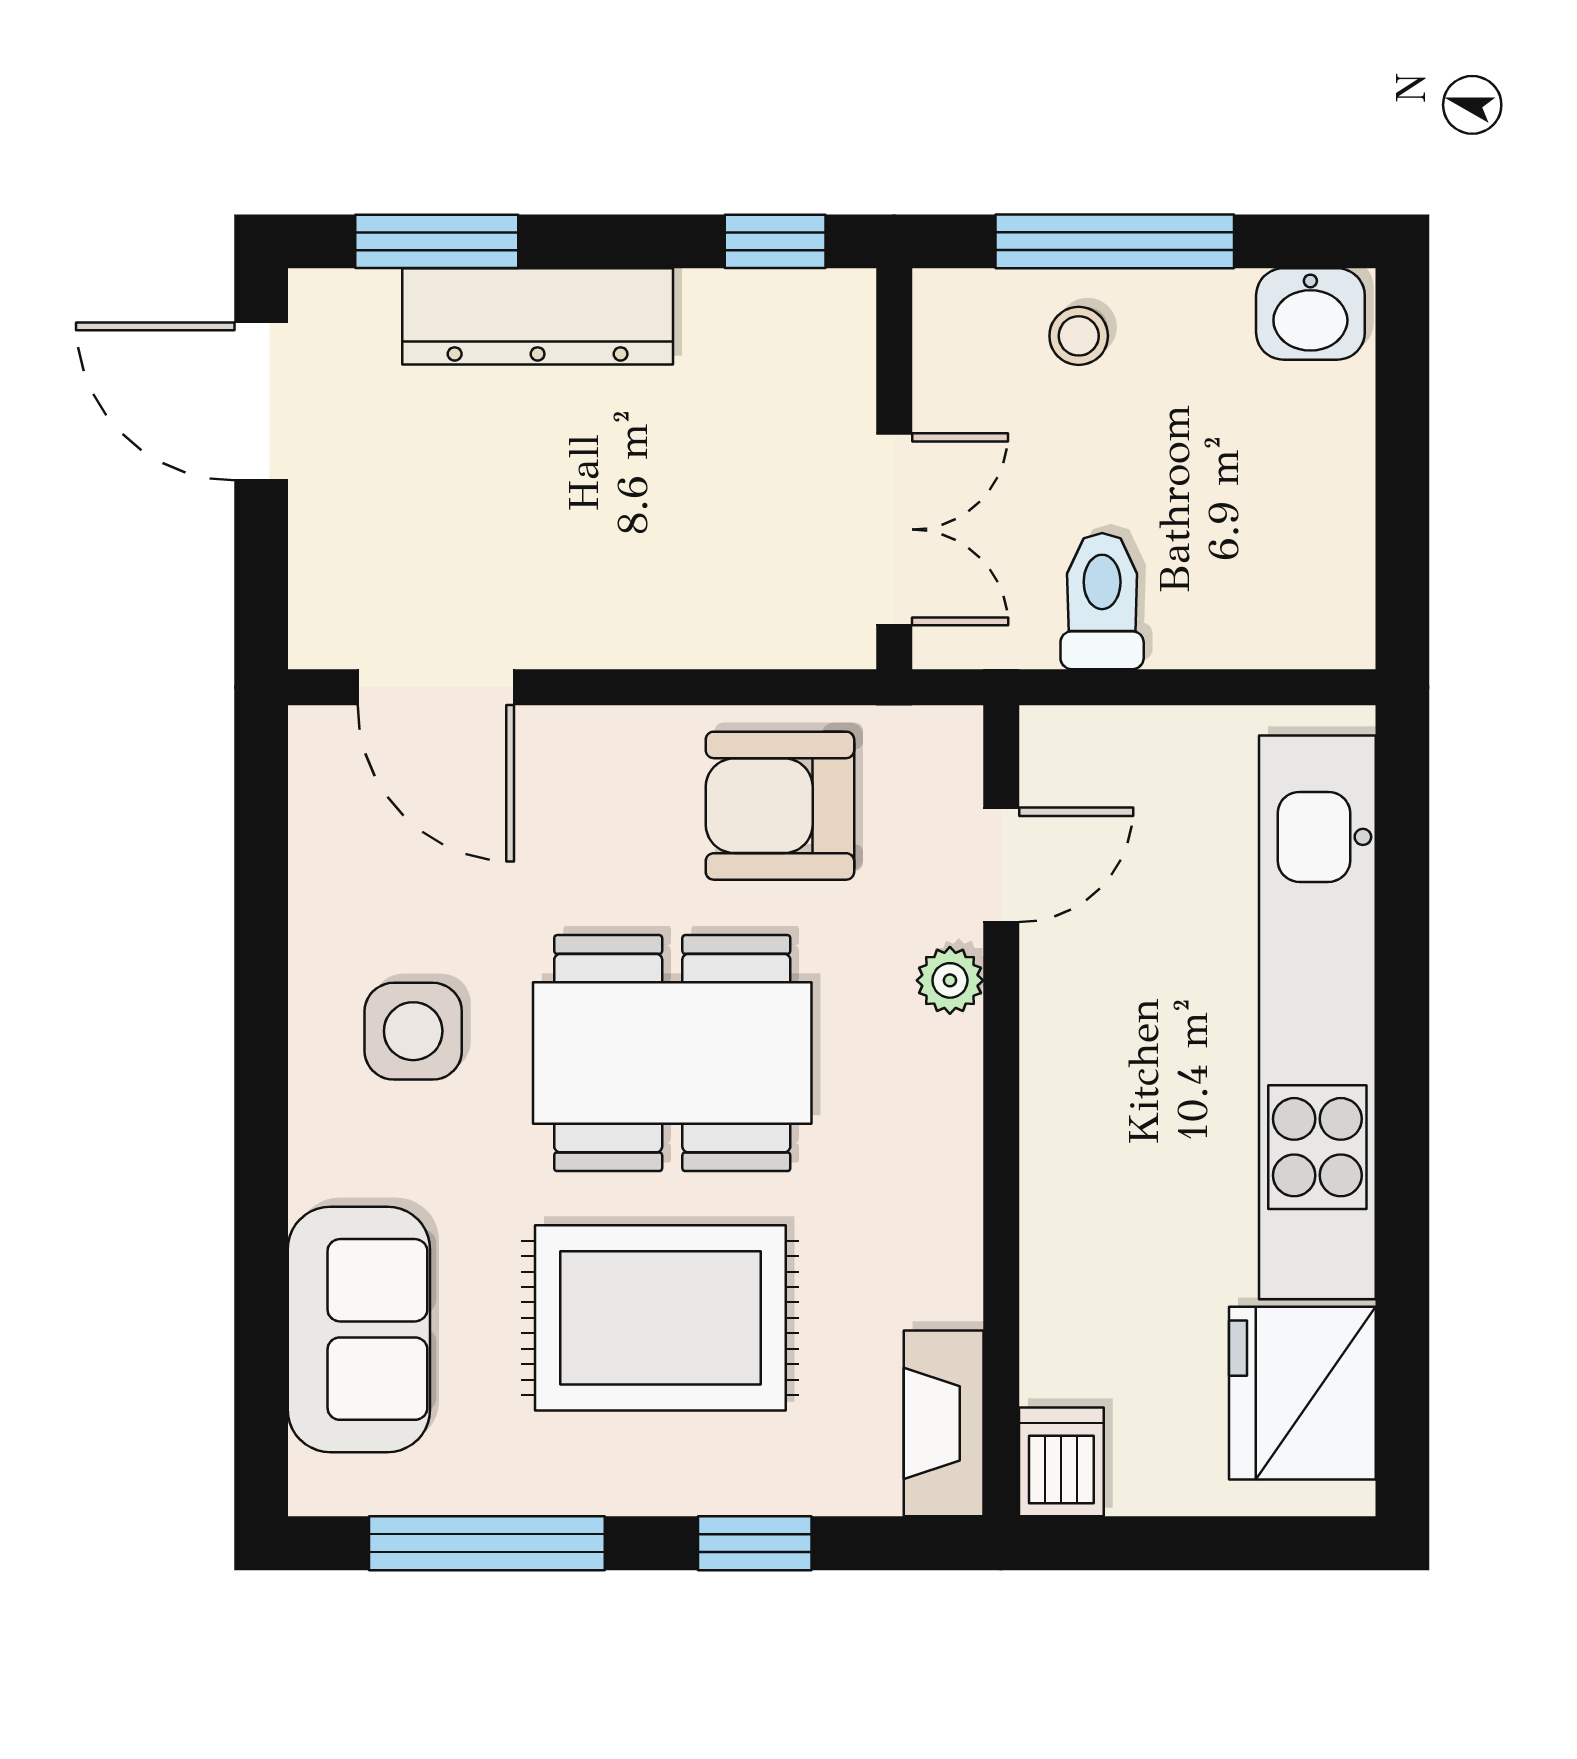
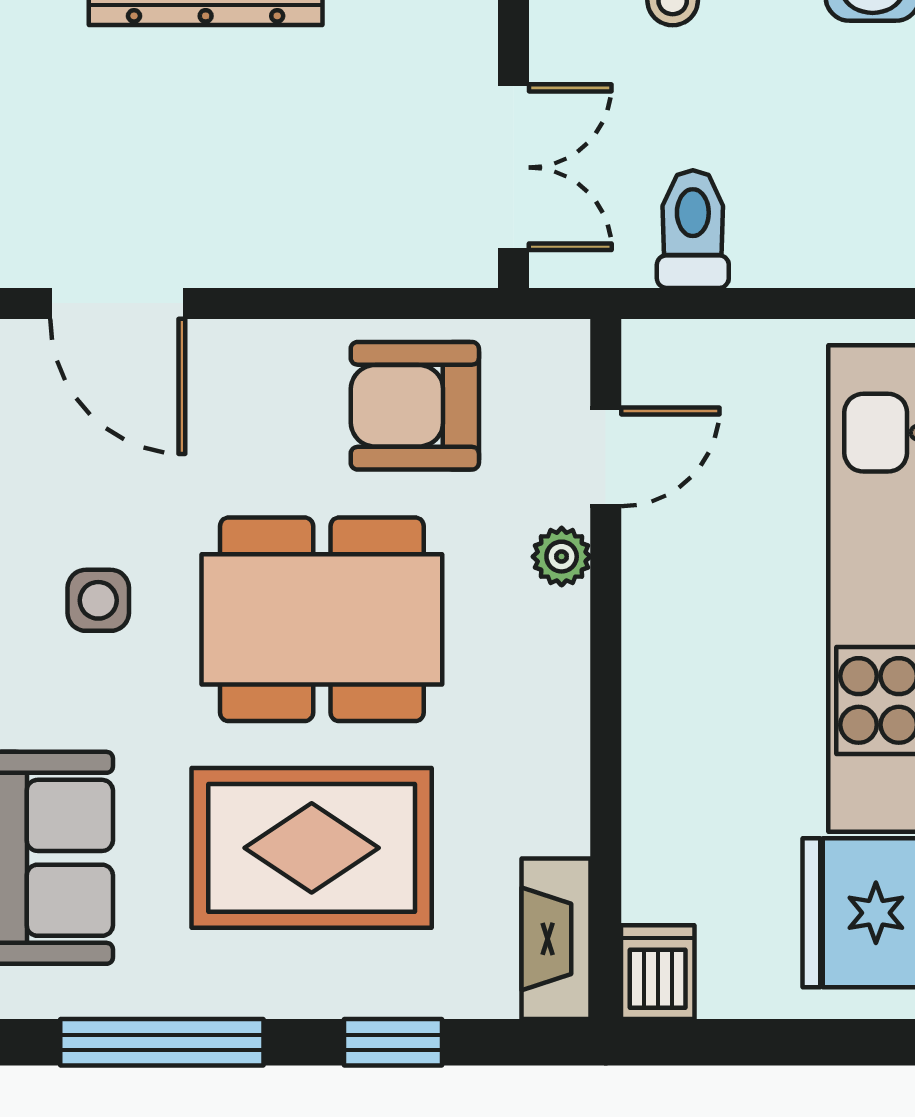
side table: (413, 1031) -> (98, 600), width x0.73, depth x0.73

